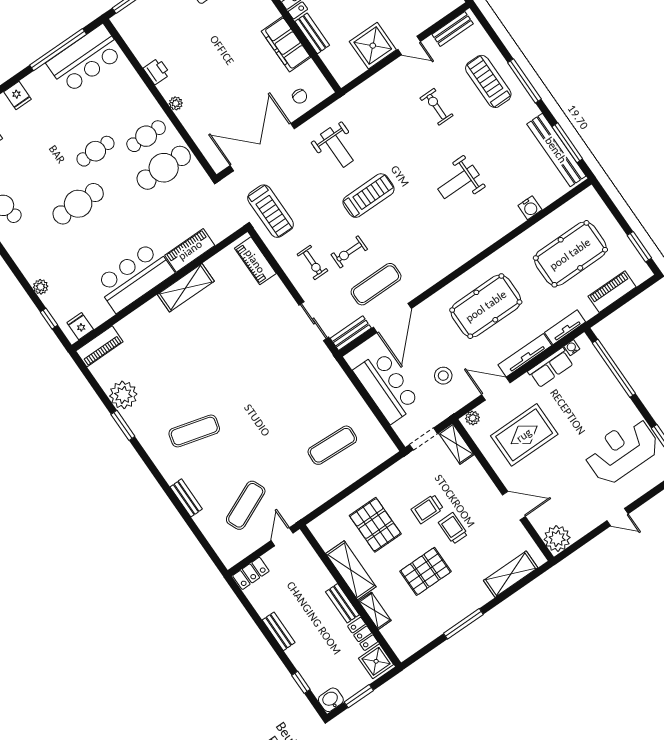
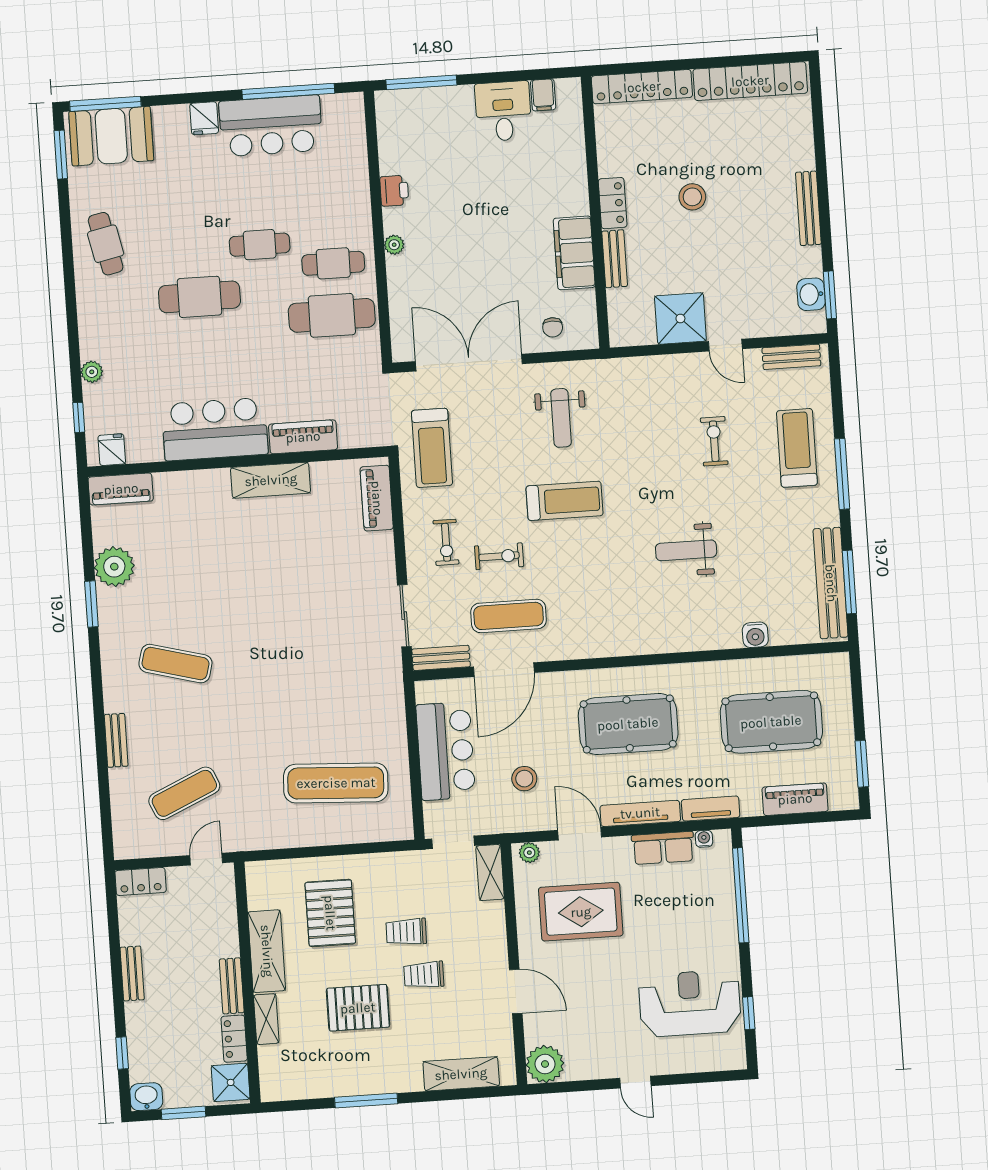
bar counter: (85, 59) -> (271, 126), moved
exercise bike: (349, 252) -> (499, 556), turned 180
exercise mat: (332, 445) -> (336, 783), width x1.36, depth x1.45
trolley: (453, 528) -> (424, 975), turned -90

